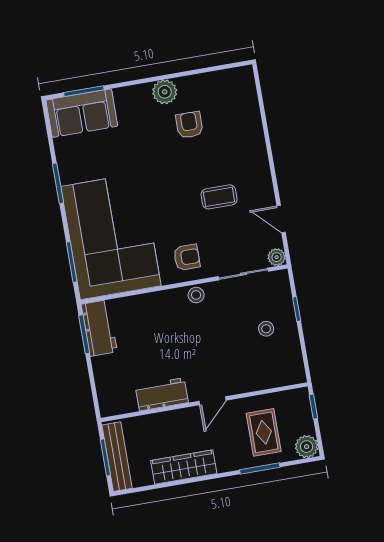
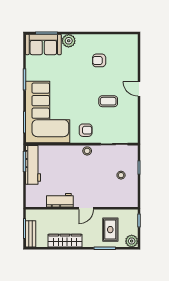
plant: (165, 92) -> (69, 41), moved
armchair: (189, 125) -> (99, 60), turned -90
door: (281, 219) -> (139, 89), moved
plant: (277, 257) -> (133, 138), removed
workbench: (99, 328) -> (33, 165), width x1.38
bench: (117, 457) -> (31, 234), width x0.73

